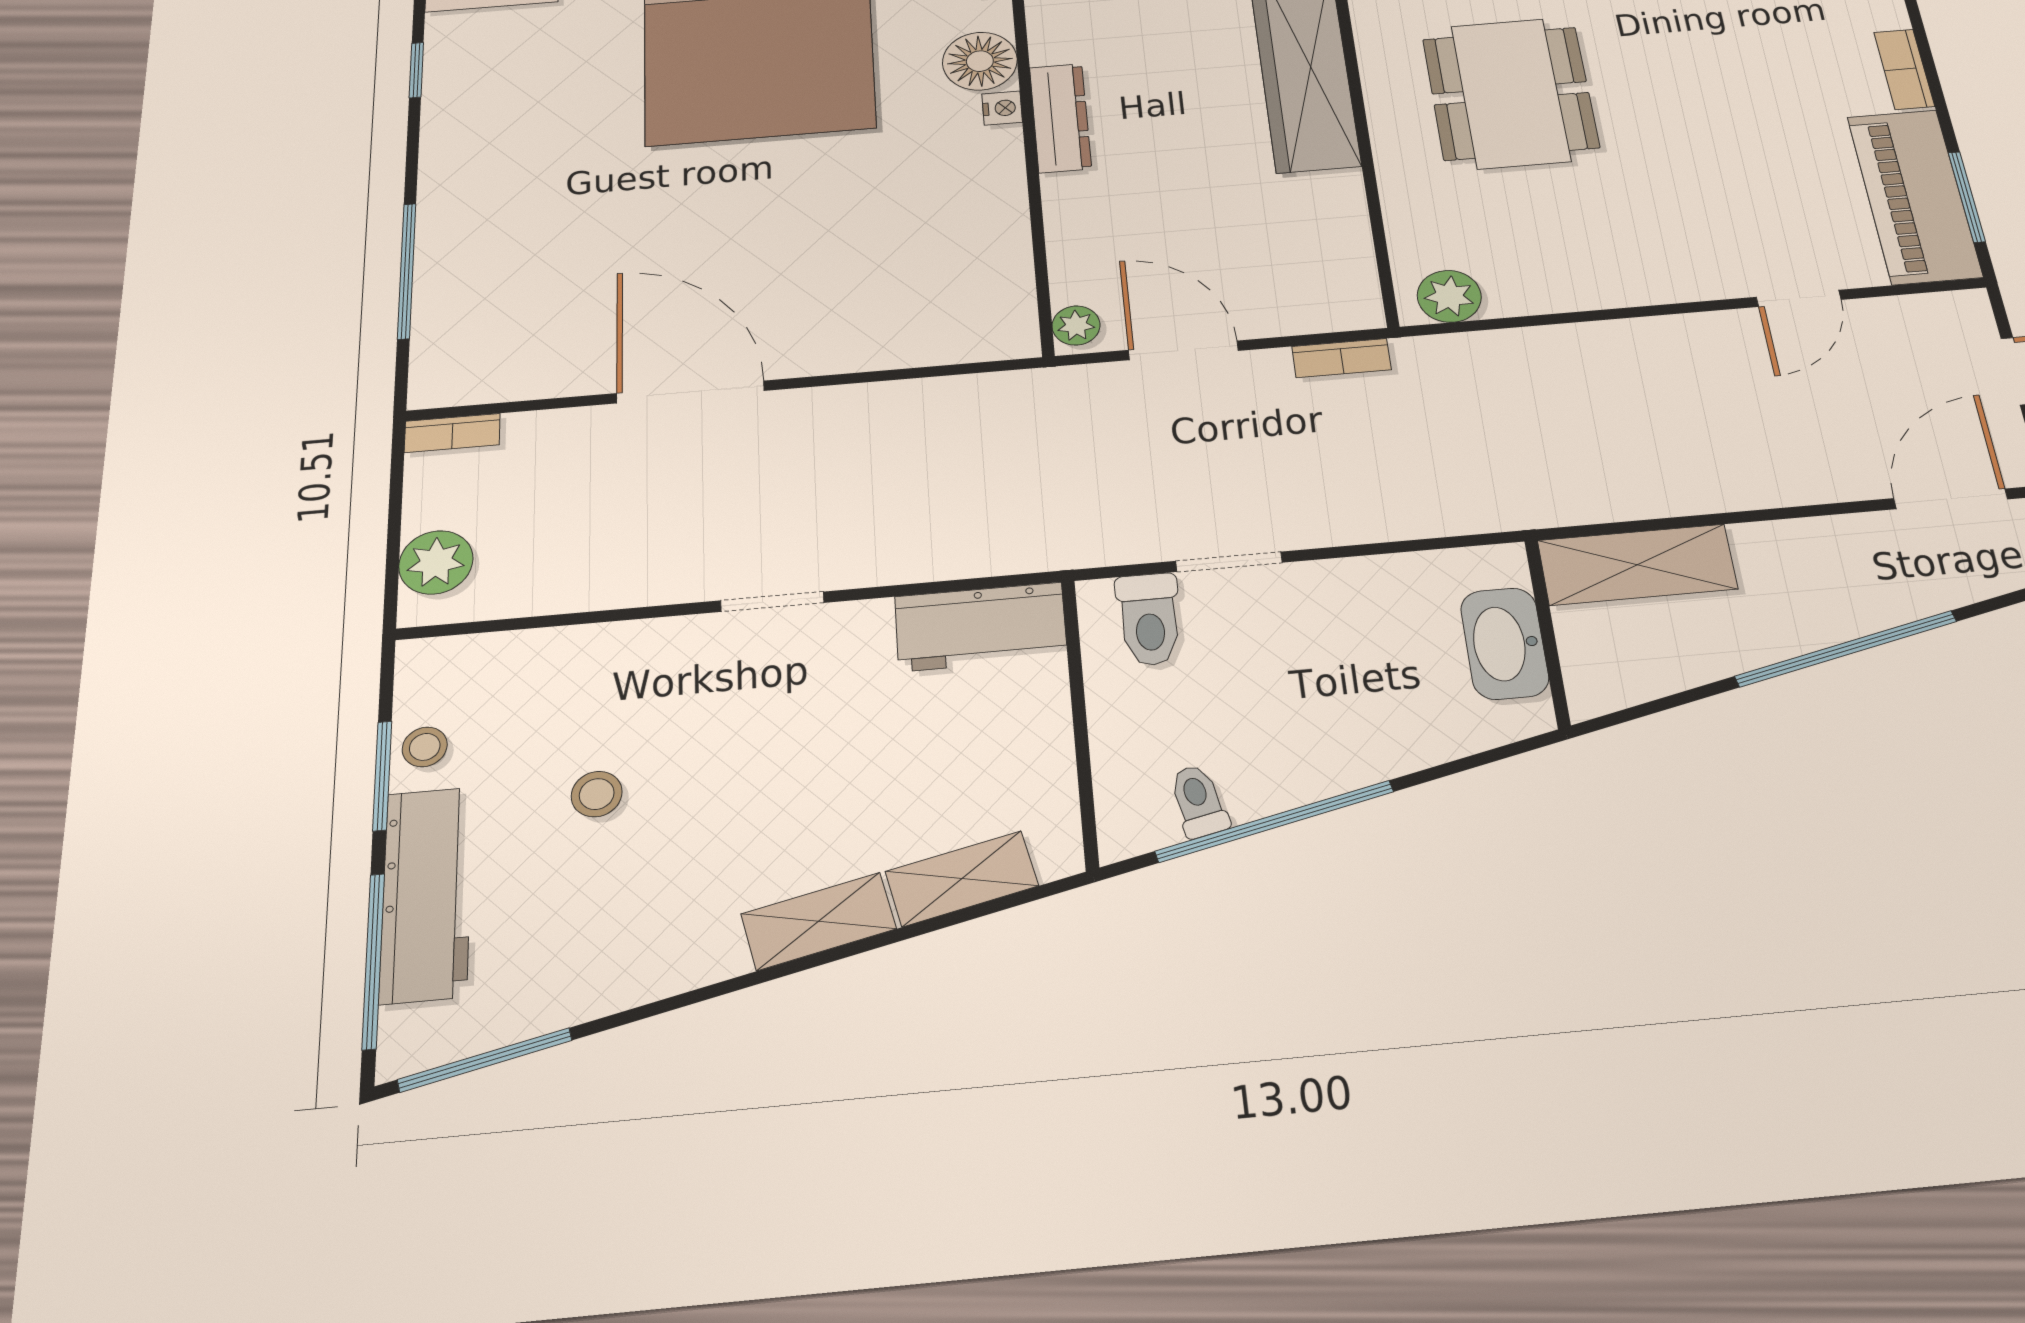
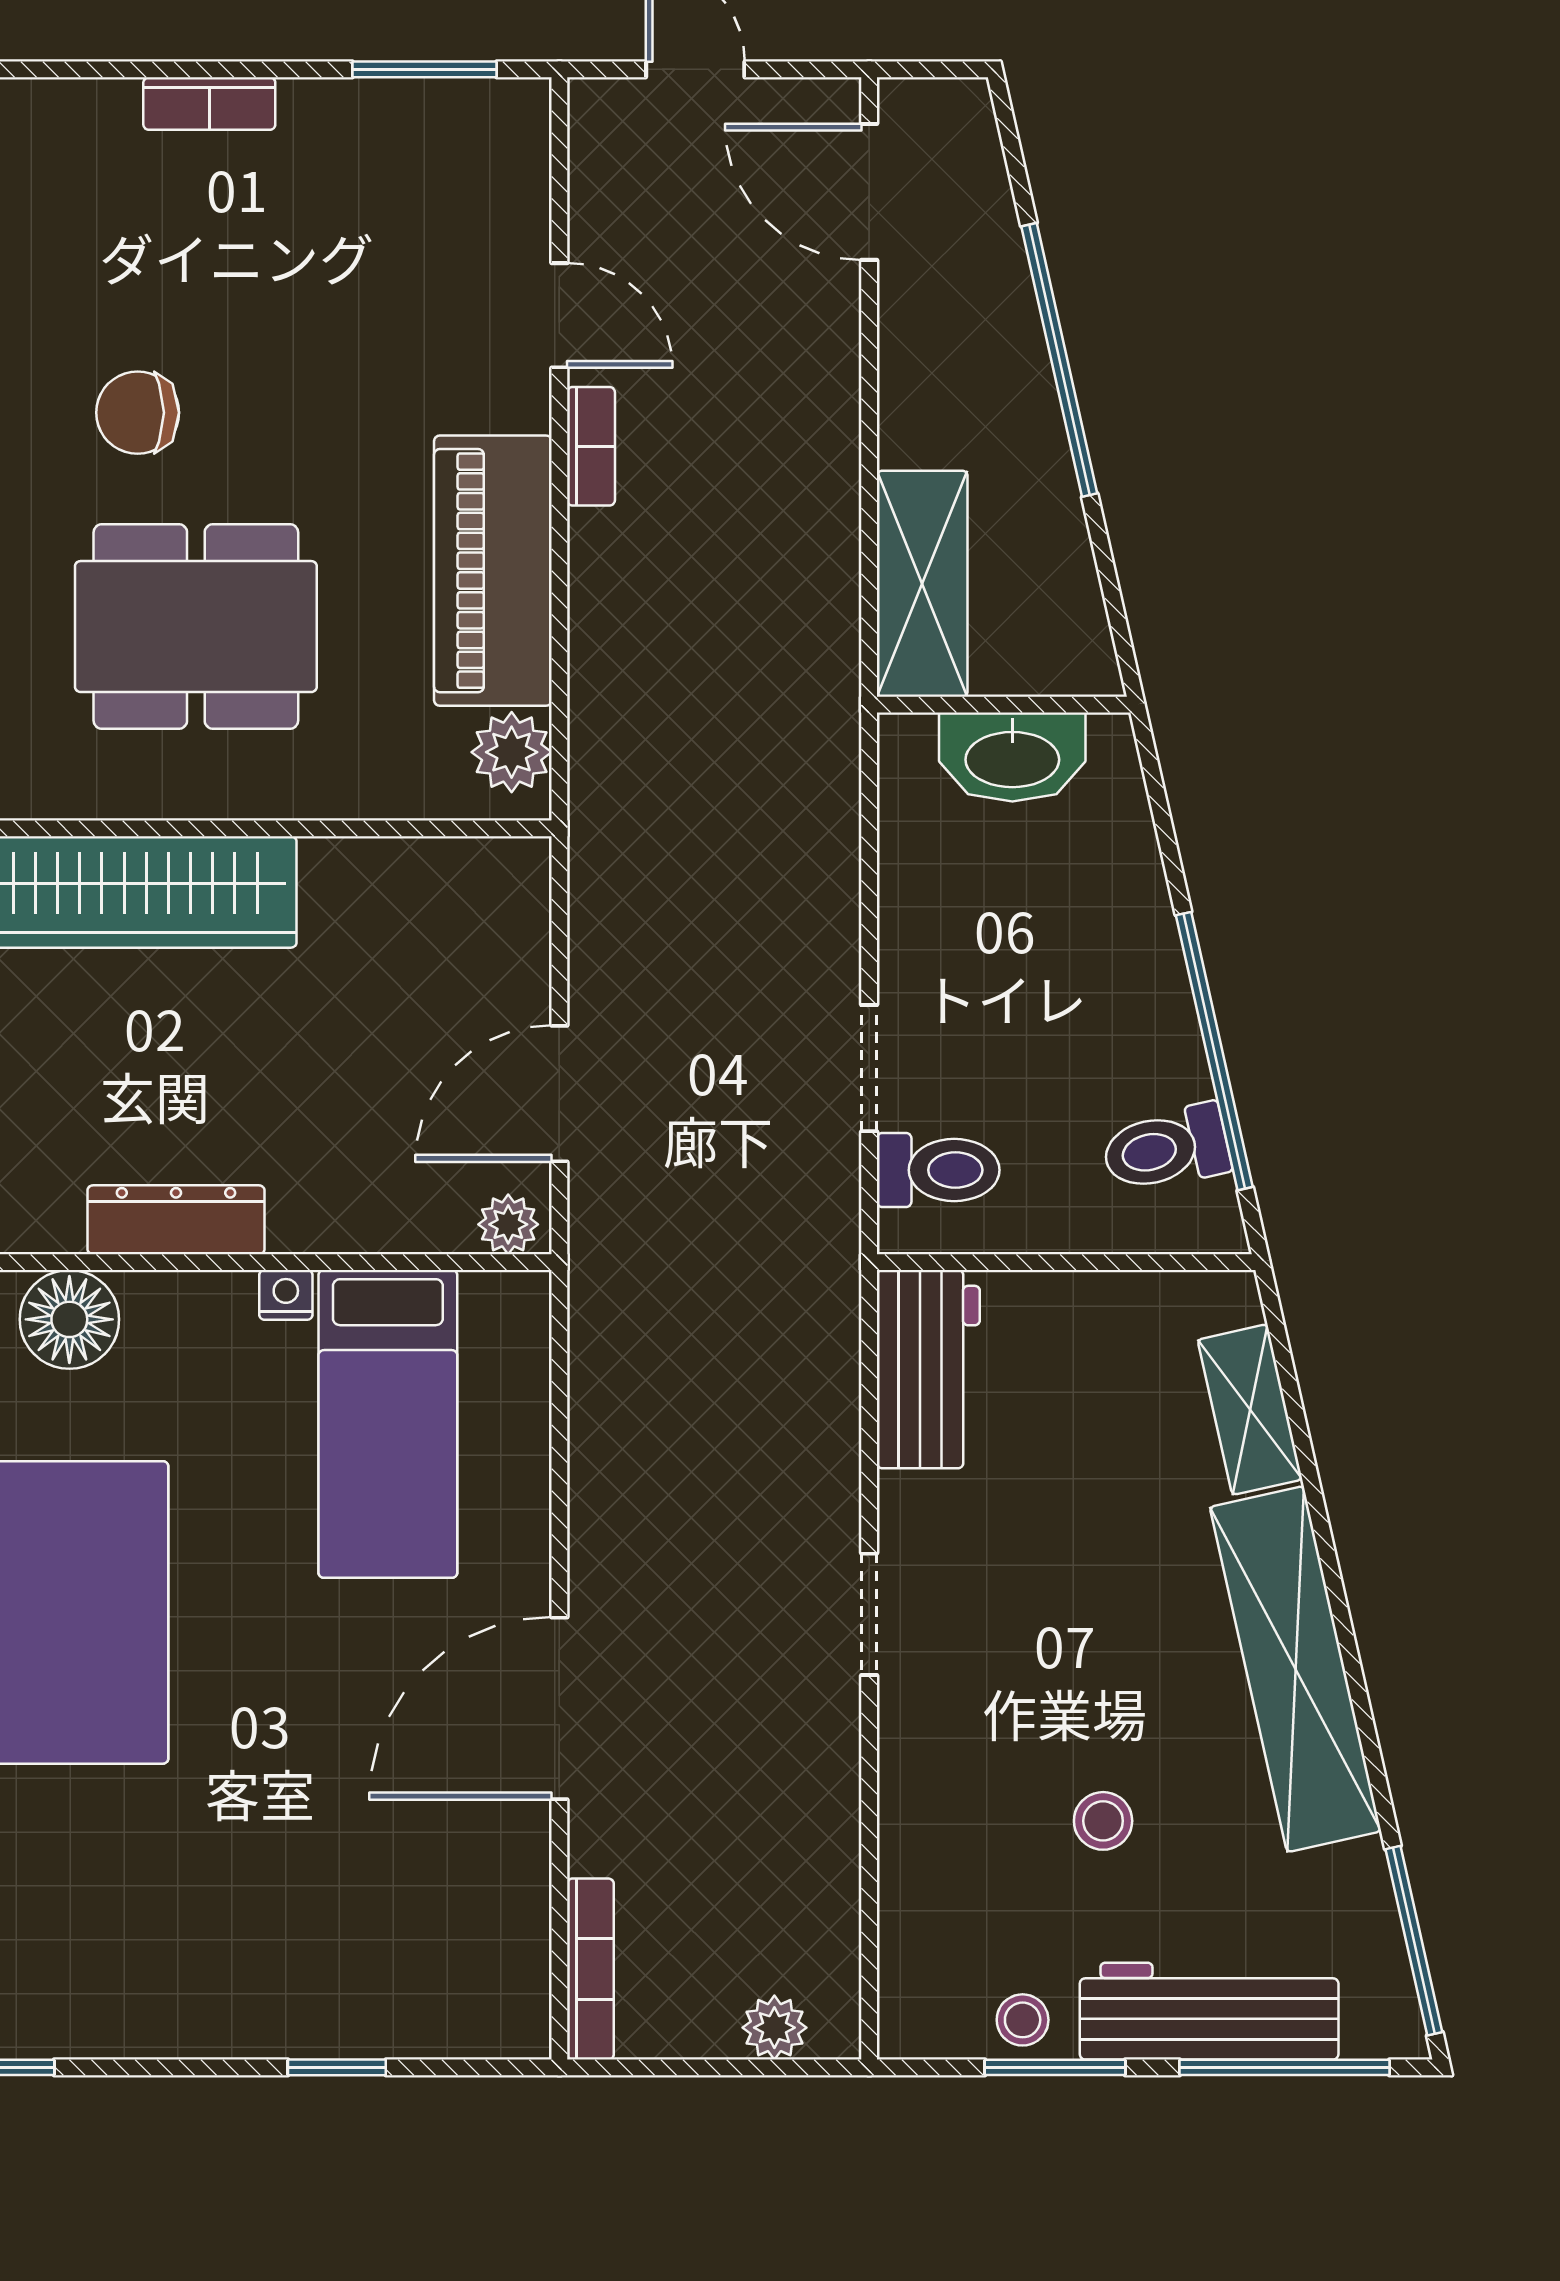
chair: (1663, 46) -> (138, 413), added
nightstand: (1002, 108) -> (286, 1295), moved
piano: (1914, 196) -> (493, 571), moved, turned 90
bed: (913, 261) -> (388, 1424), added
window: (407, 271) -> (337, 2067), width x0.46
bookcase: (1341, 358) -> (591, 446), moved
bookcase: (452, 433) -> (590, 1969), width x1.56
plant: (436, 562) -> (774, 2028), width x0.73, depth x0.73
toilet: (1198, 801) -> (1166, 1149), width x1.37, depth x1.39
shelving: (819, 921) -> (1295, 1669), width x2.20, depth x1.33

